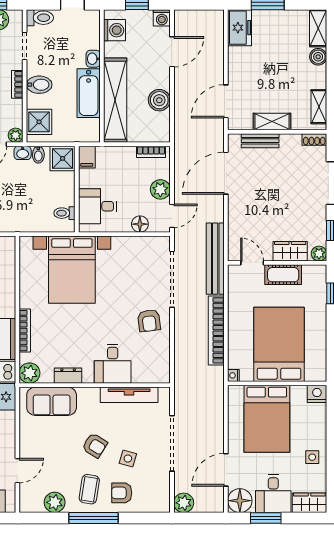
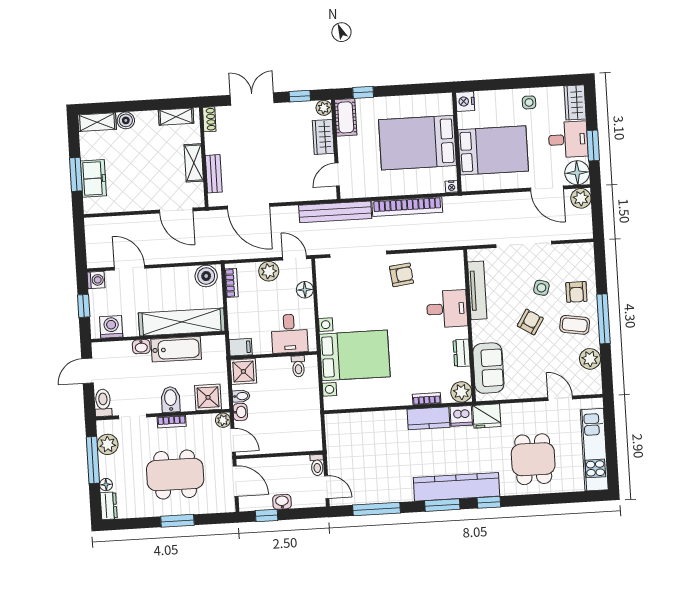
freezer: (239, 28) -> (93, 178), moved, turned 90
boiler: (159, 100) -> (206, 276), moved
cot: (283, 275) -> (346, 117), moved
bookcase: (25, 331) -> (427, 399), width x0.64
plant: (184, 503) -> (581, 198), moved

